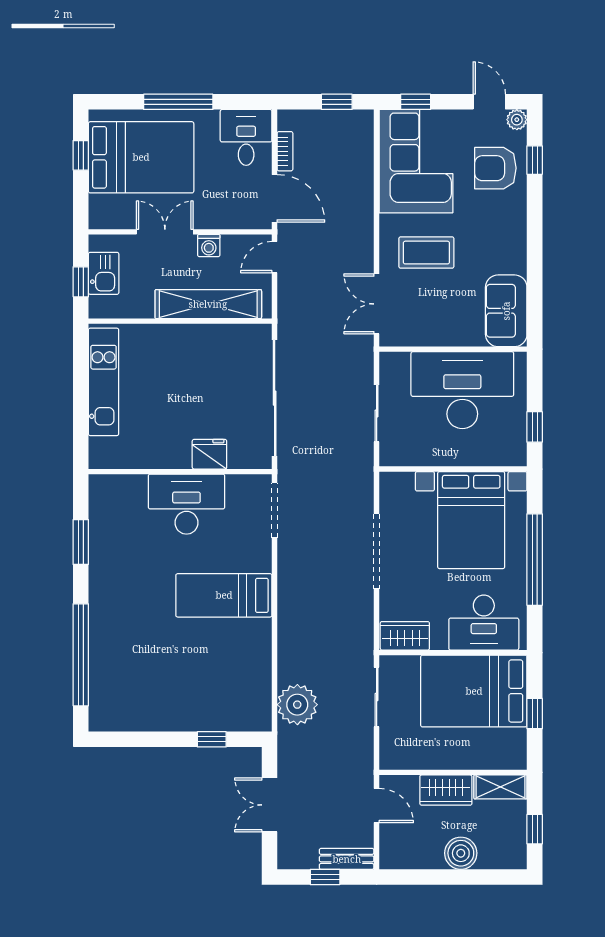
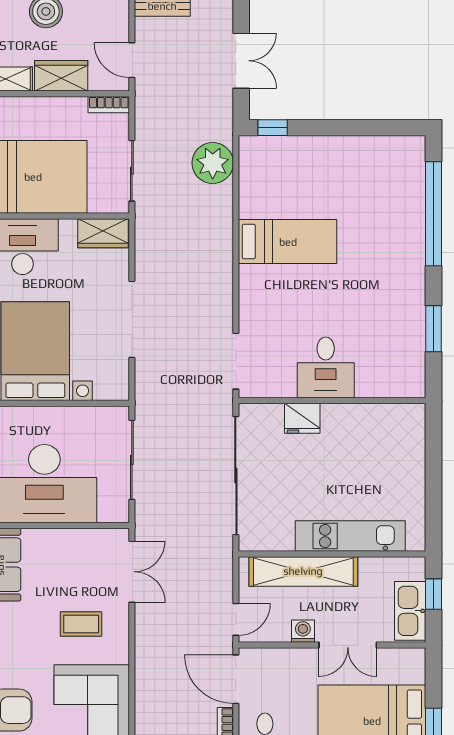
coffee table: (426, 253) -> (81, 624), width x0.73, depth x0.77
kitchen sink: (104, 273) -> (410, 611), width x1.38
kitchen unit: (104, 382) -> (350, 536), moved, turned 90
sliding door: (377, 413) -> (132, 460), width x1.37
desk: (186, 504) -> (326, 367), width x0.73
bed: (224, 595) -> (288, 242), moved
window: (212, 739) -> (273, 128), moved
bookcase: (399, 762) -> (109, 105), added

